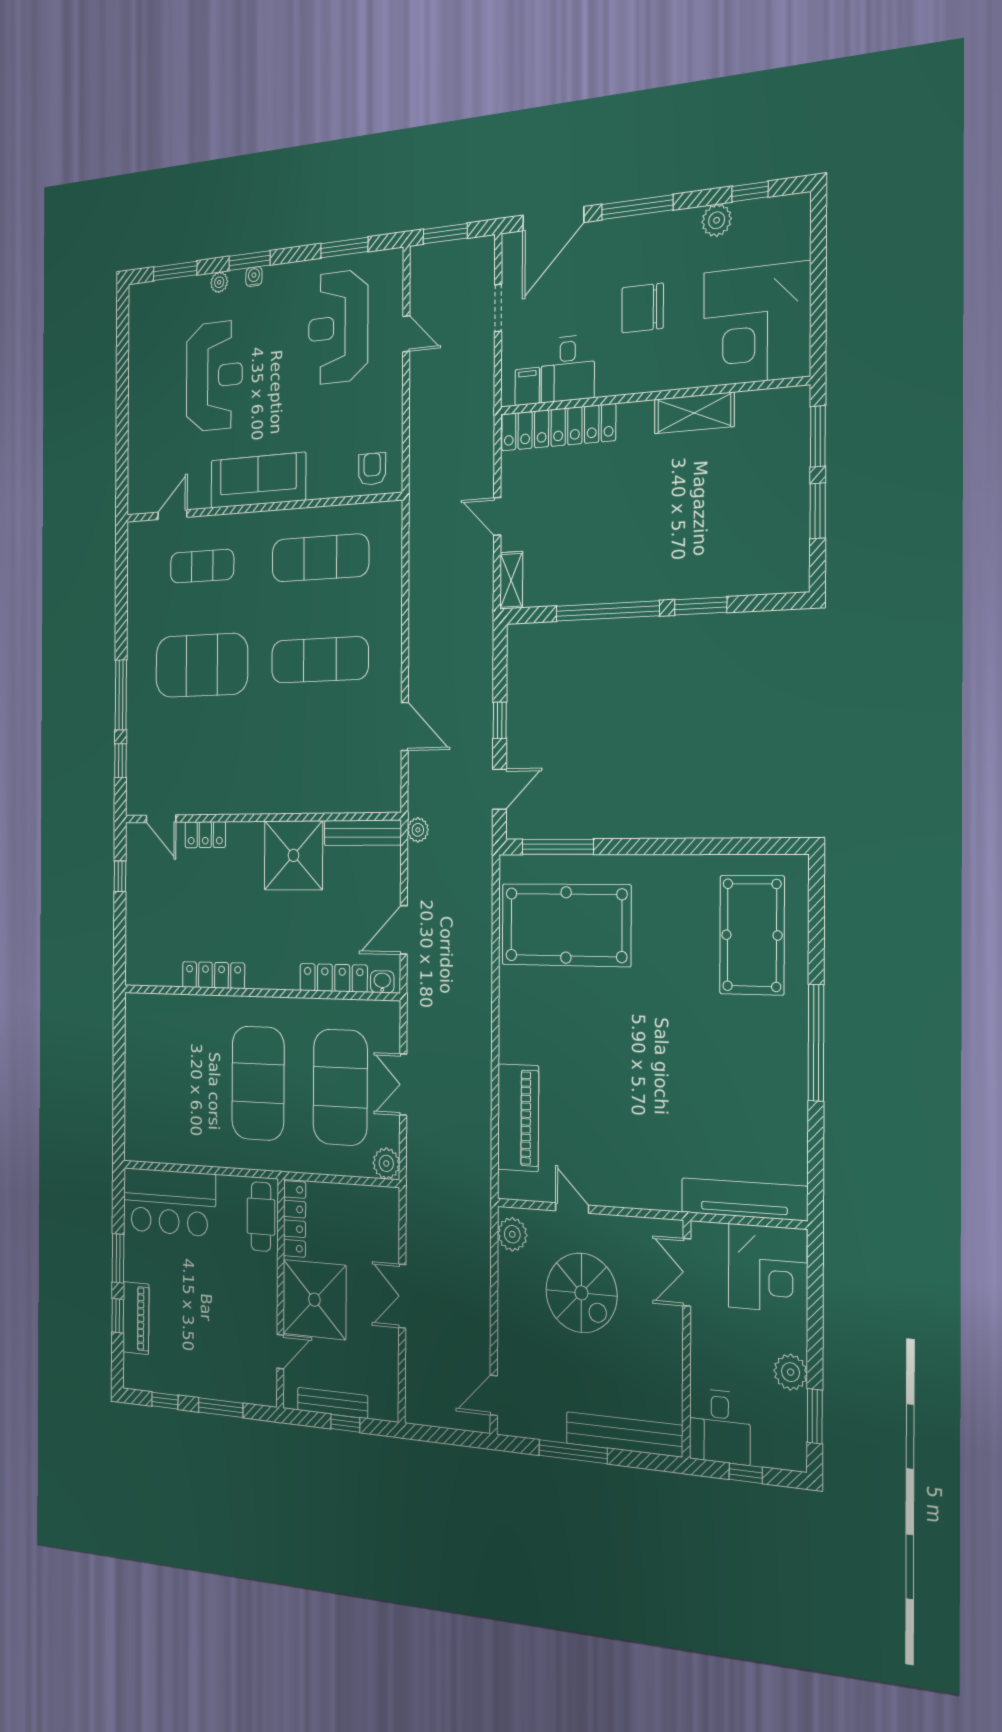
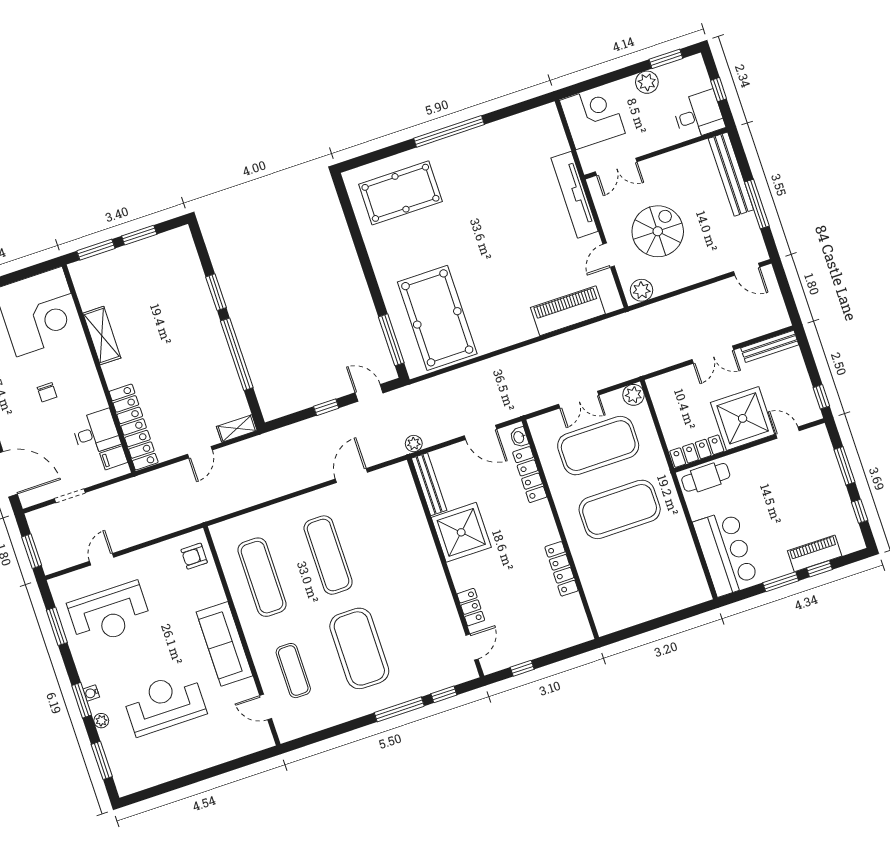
chair: (643, 308) -> (47, 392), width x0.54, depth x0.54
tv unit: (744, 1199) -> (575, 195), moved
bench: (332, 1403) -> (770, 346), moved, turned 90
window: (345, 1423) -> (821, 397), moved

